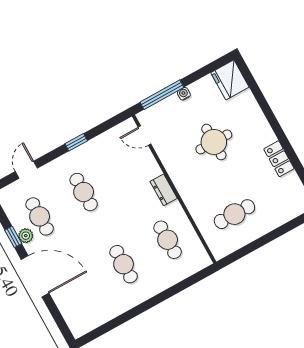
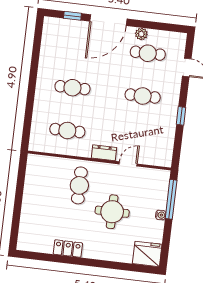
door: (145, 136) -> (128, 164), moved
cafe table: (234, 214) -> (79, 185), moved
window: (13, 237) -> (72, 16), moved

